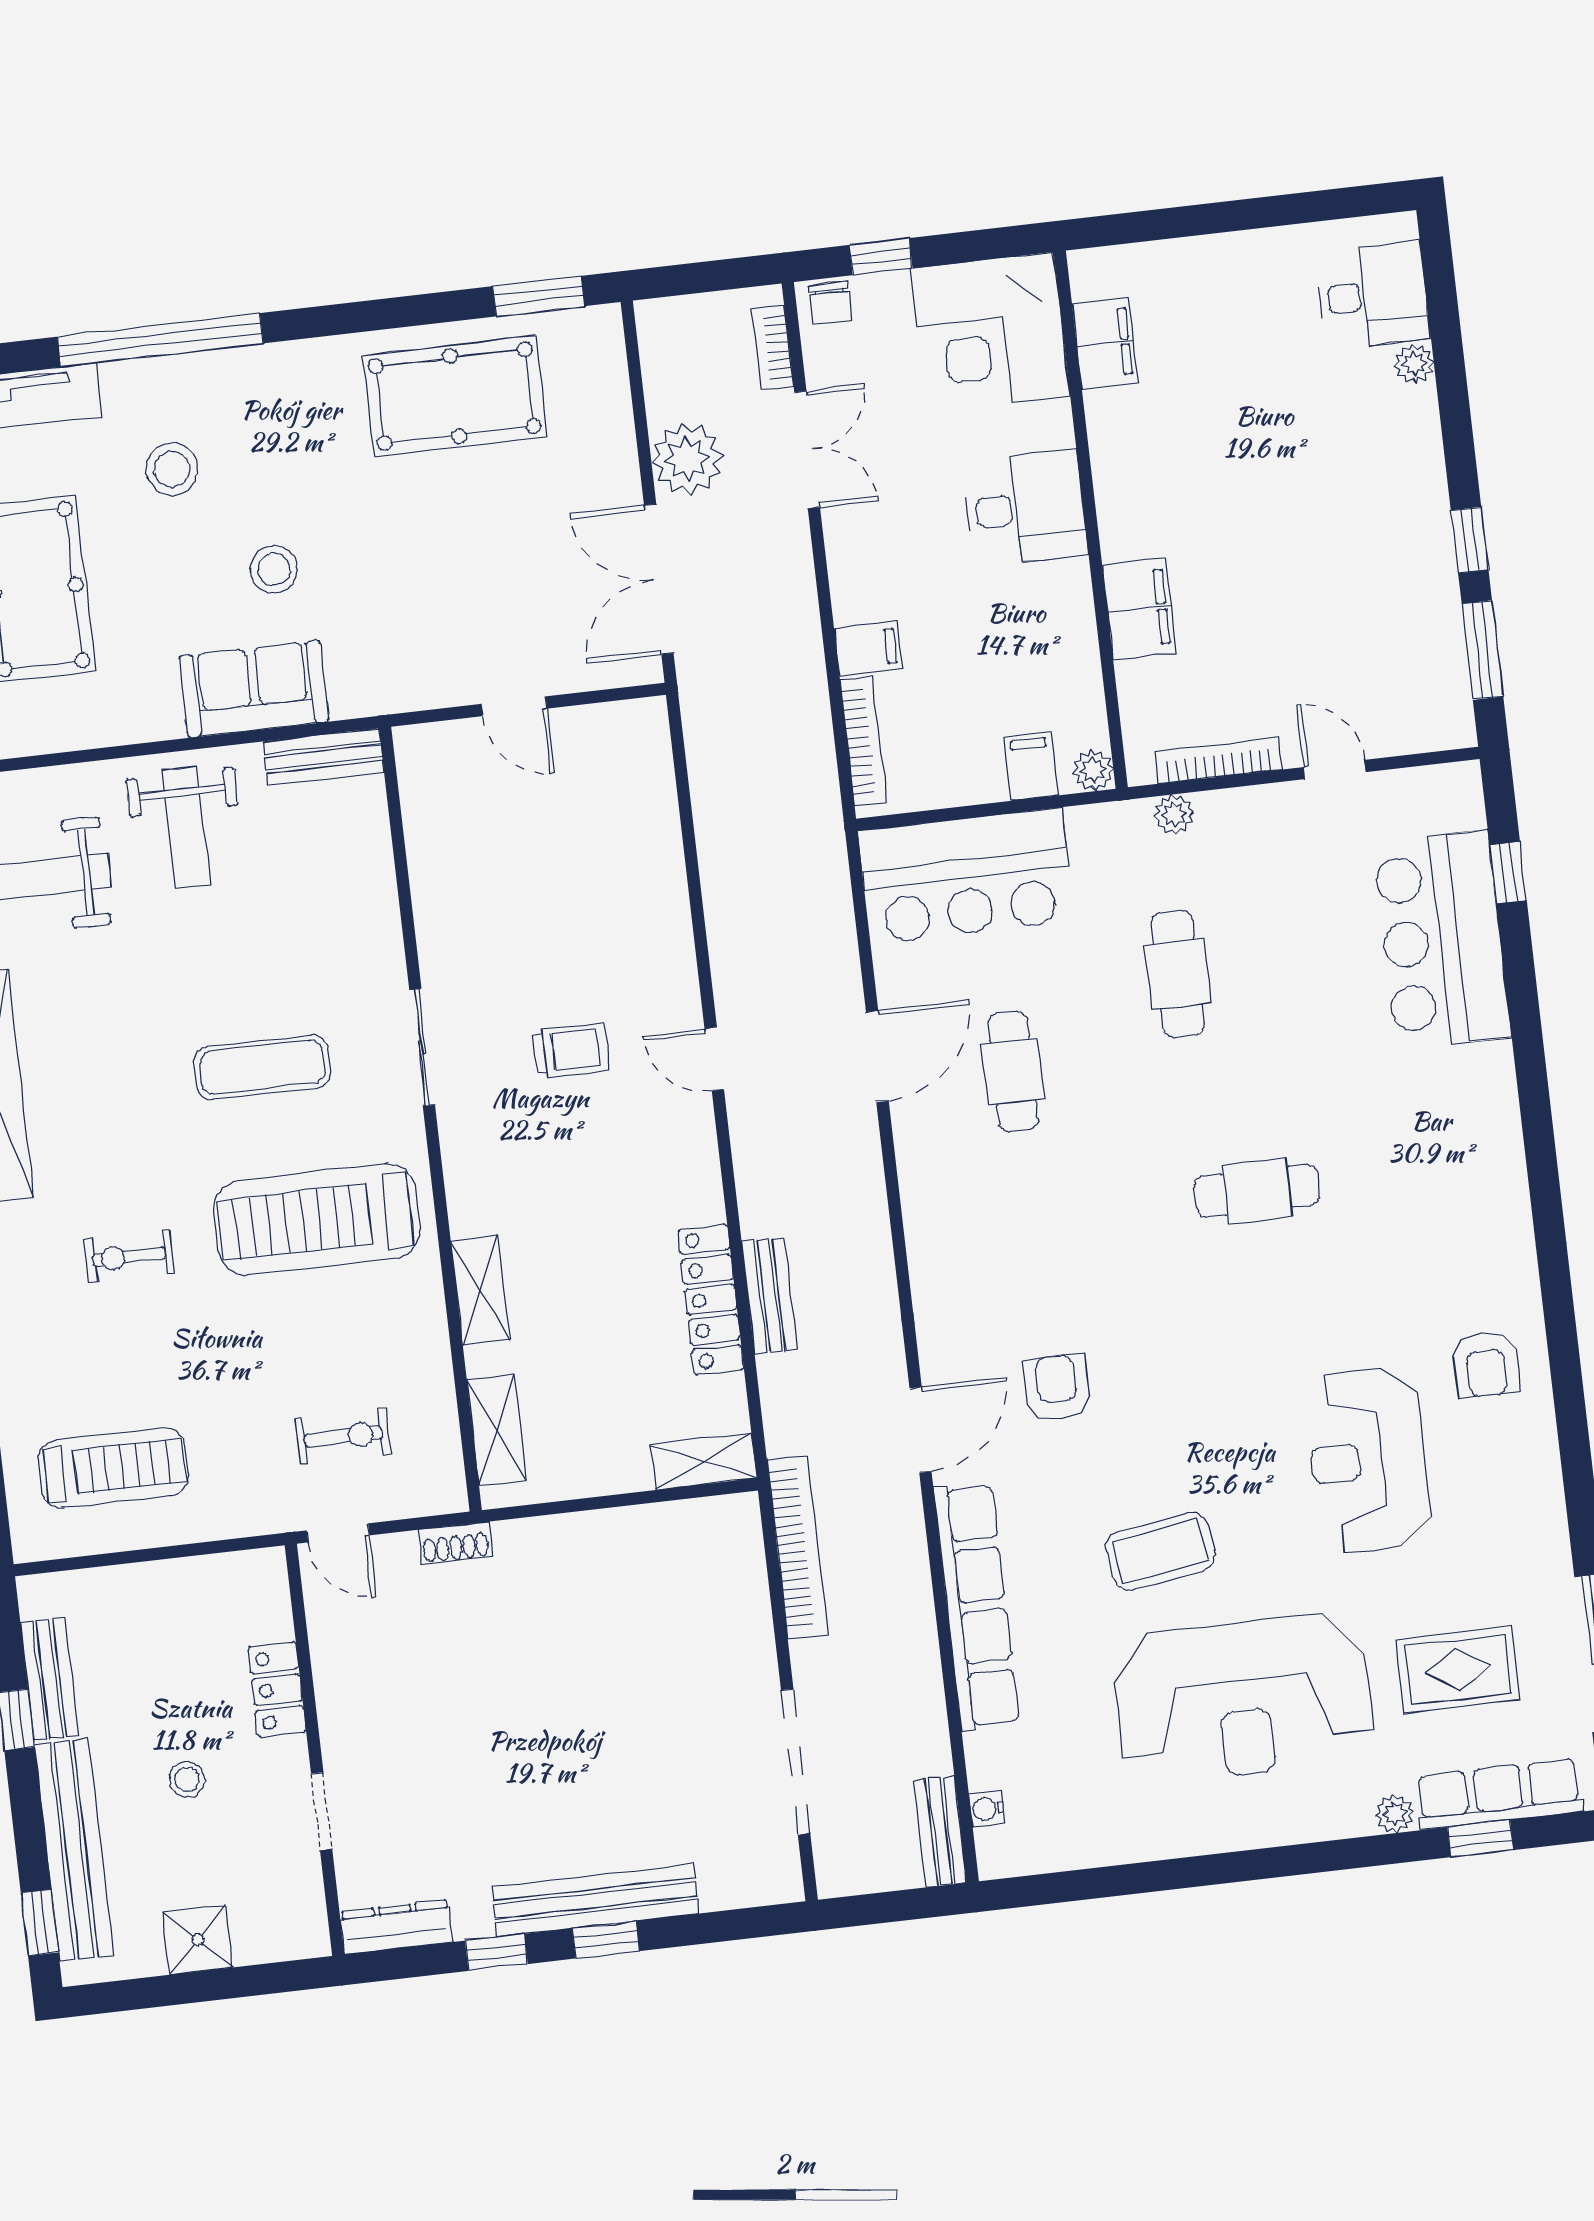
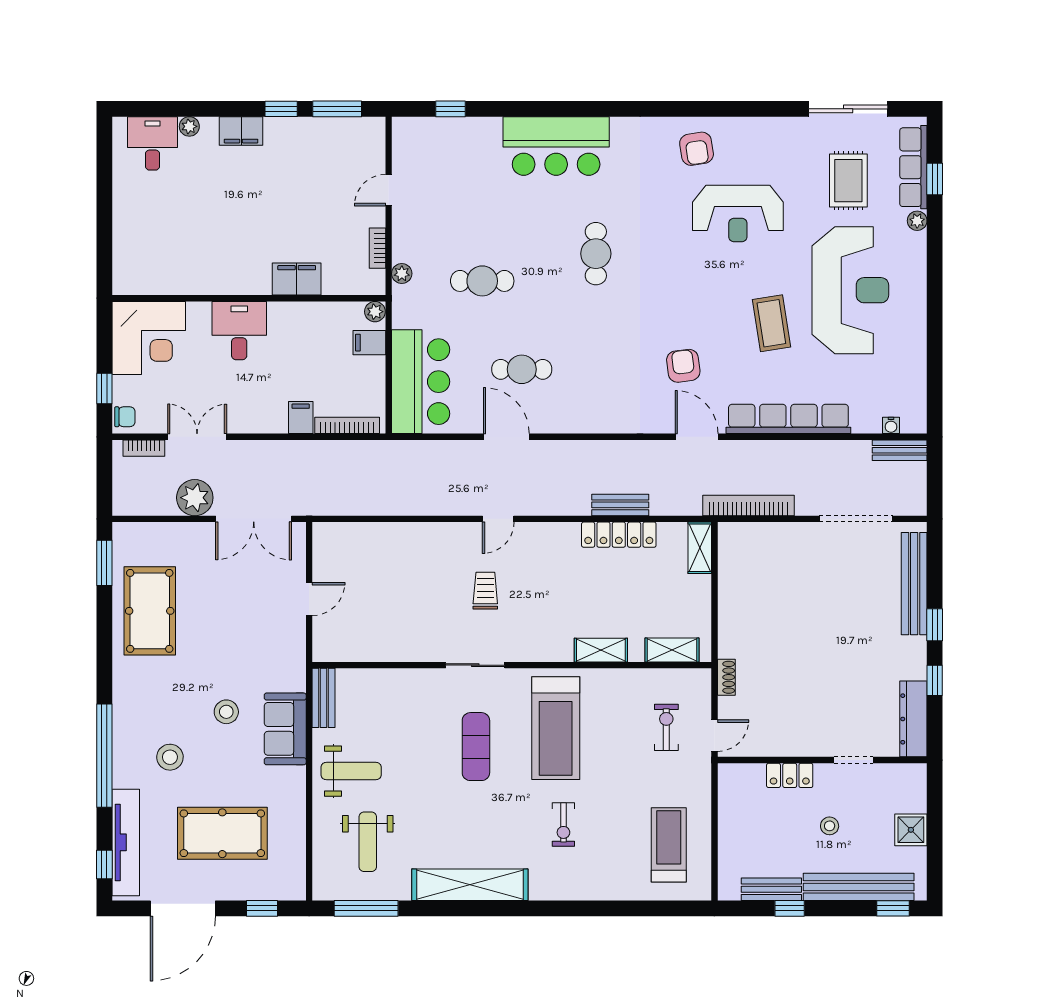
filing cabinet: (1105, 343) -> (241, 131), moved, turned 180
bookcase: (1218, 761) -> (377, 248), width x0.64
bar counter: (1442, 940) -> (556, 146), moved
armchair: (1486, 1364) -> (697, 149), turned 81
armchair: (1057, 1388) -> (683, 366), turned 83
bench: (595, 1900) -> (914, 584), moved
dresser: (397, 1927) -> (913, 719), width x1.37, depth x1.24

